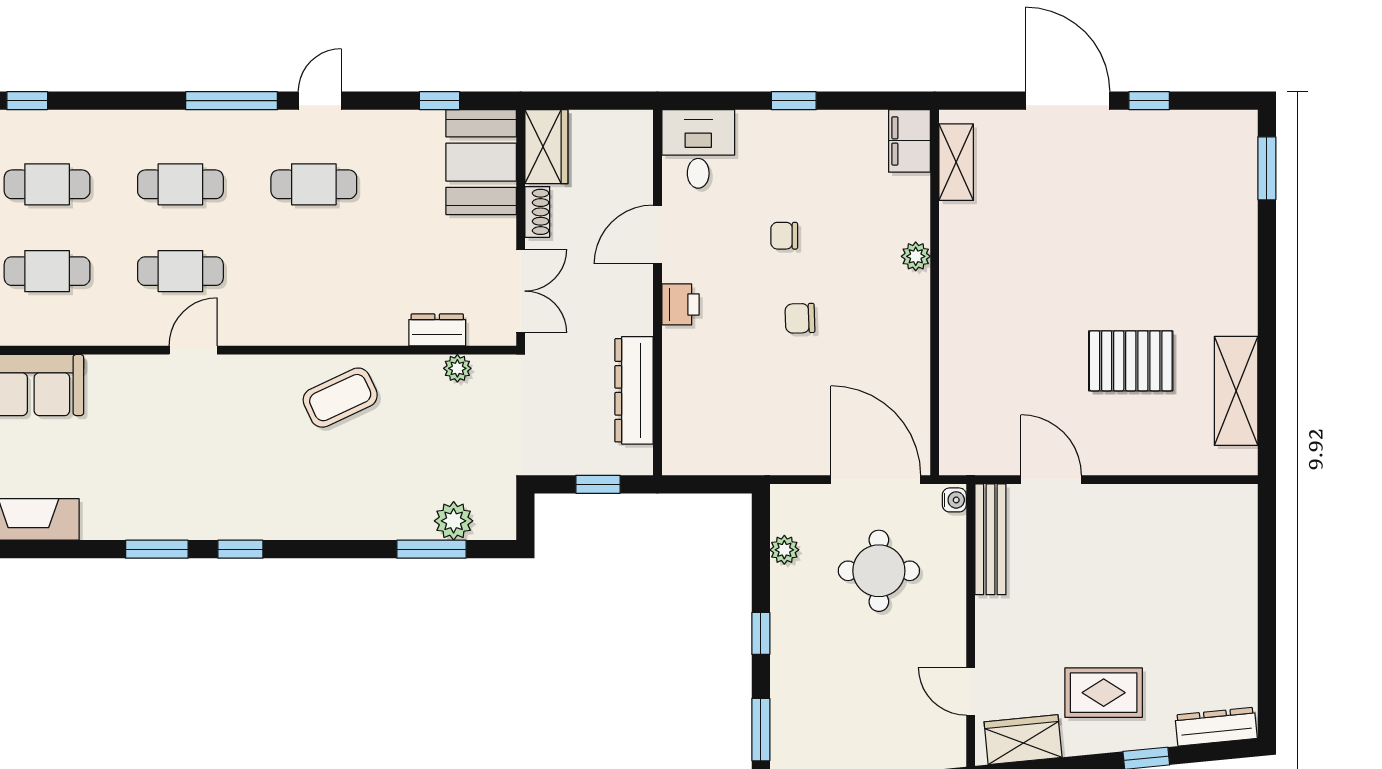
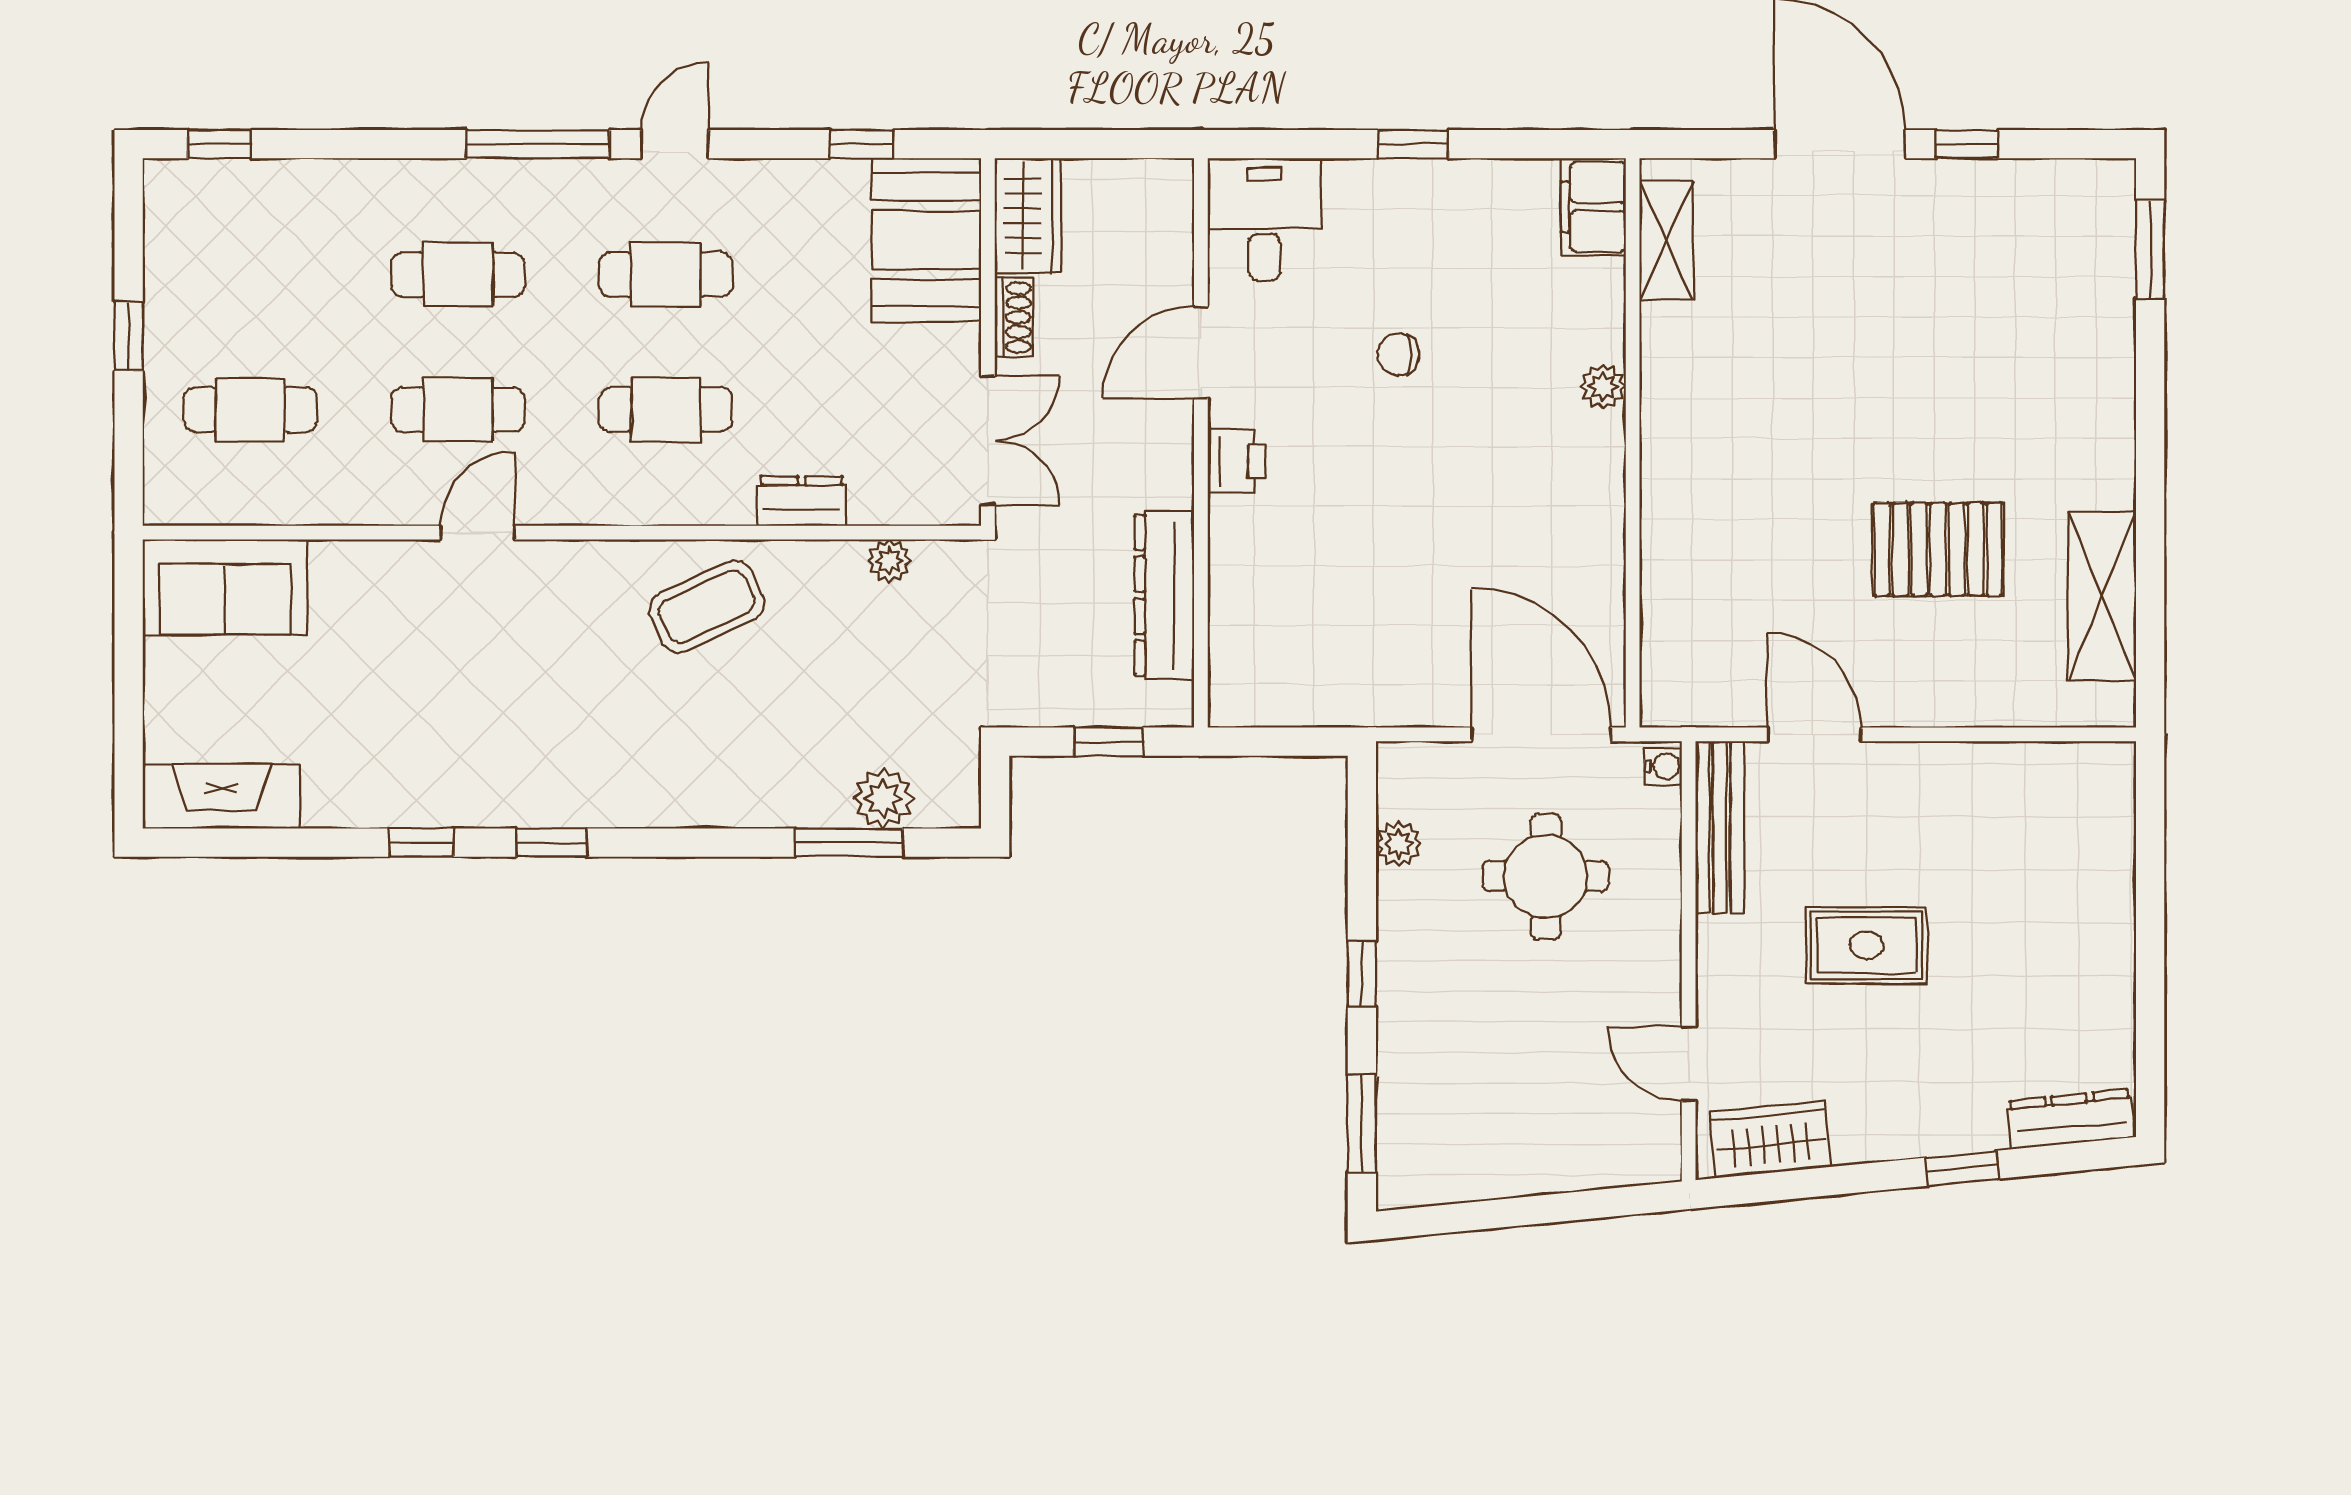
cafe table: (47, 184) -> (666, 410), moved
chair: (800, 318) -> (1423, 483), removed
dresser: (437, 330) -> (802, 501), moved
window: (157, 549) -> (421, 843), width x0.67
rug: (1104, 693) -> (1867, 945), moved

